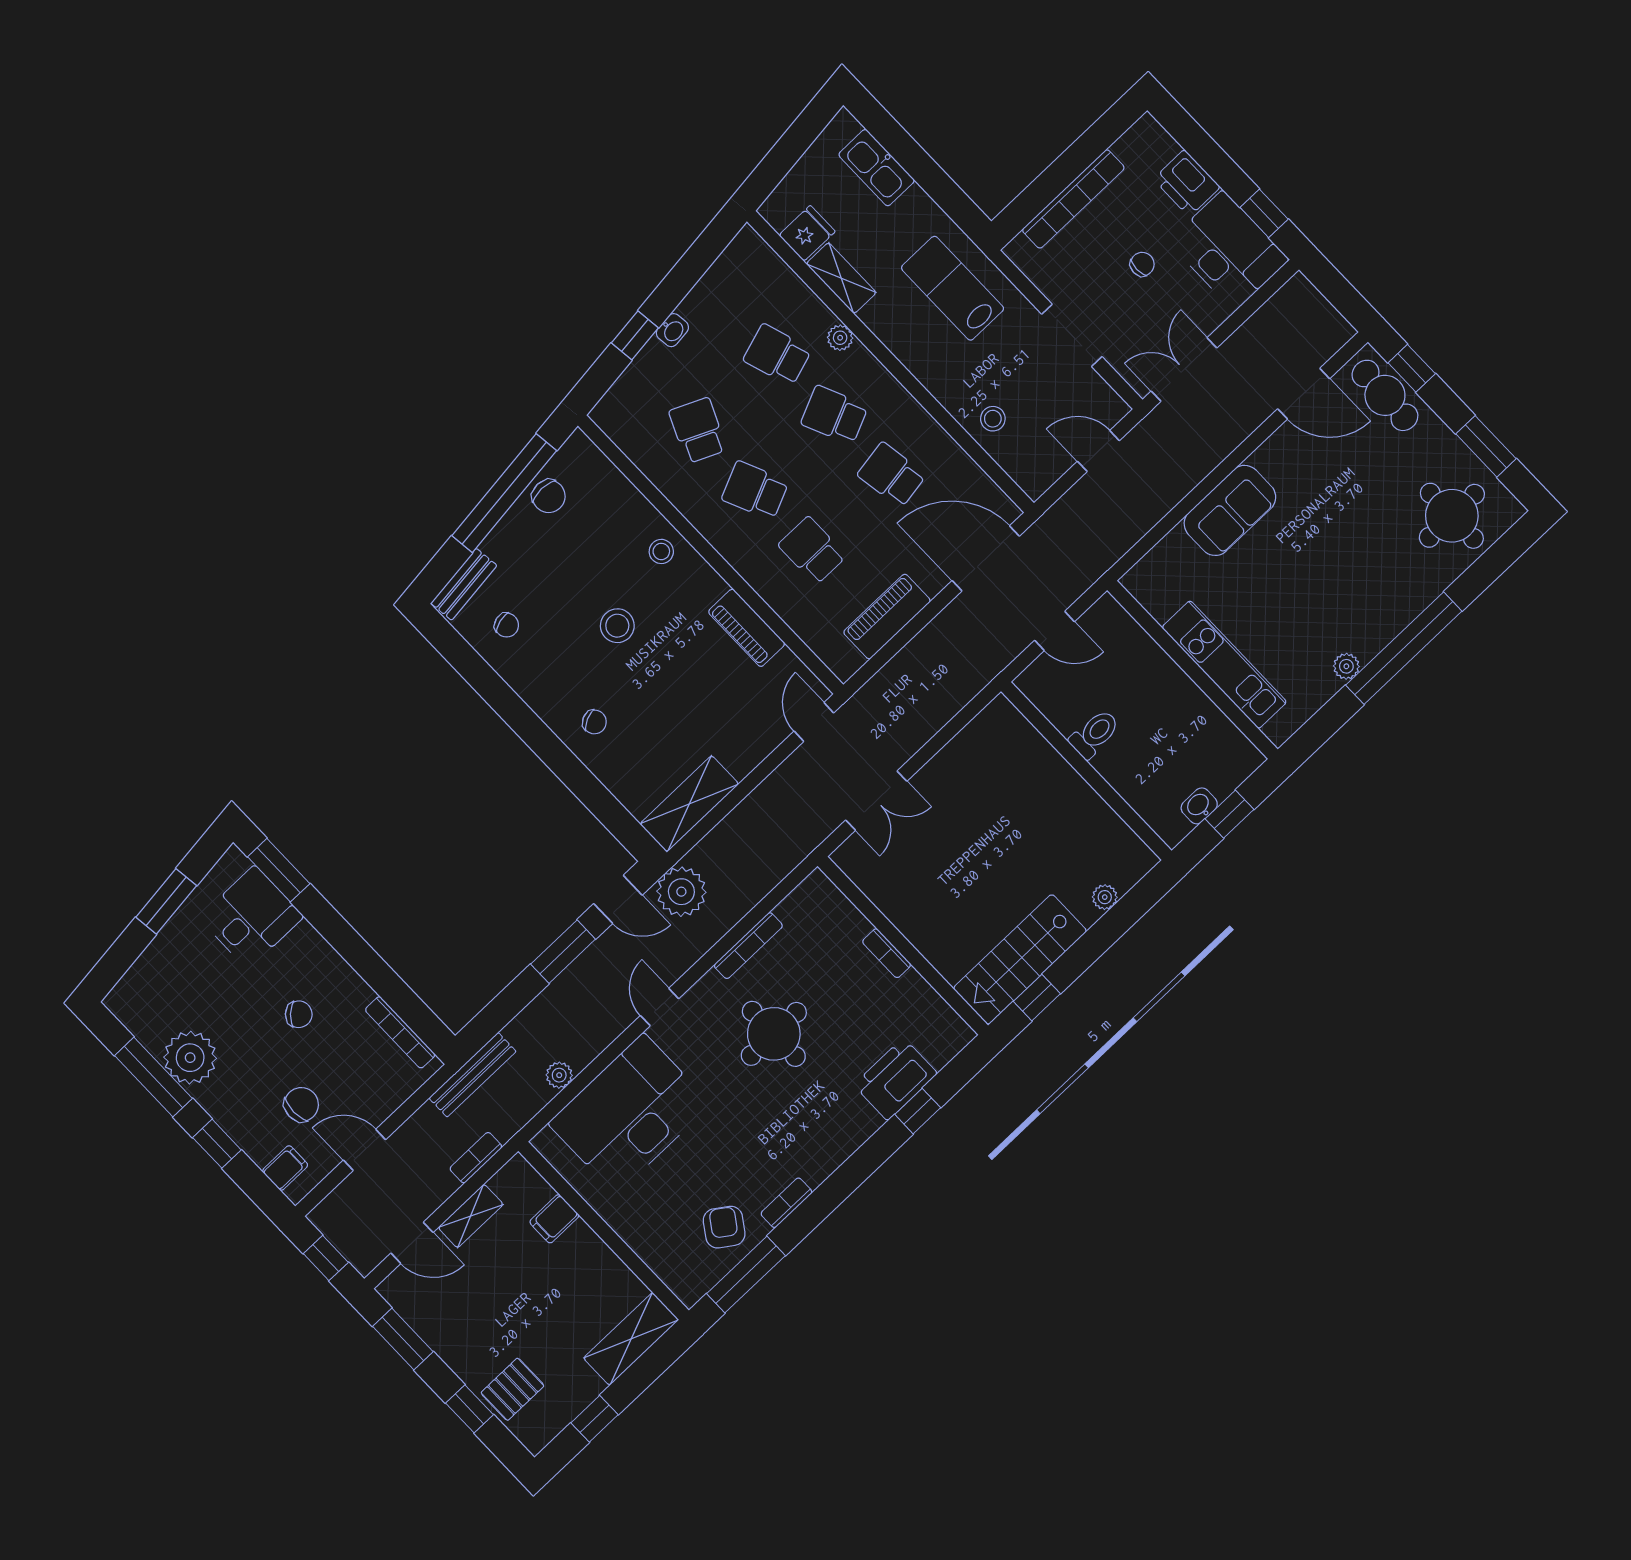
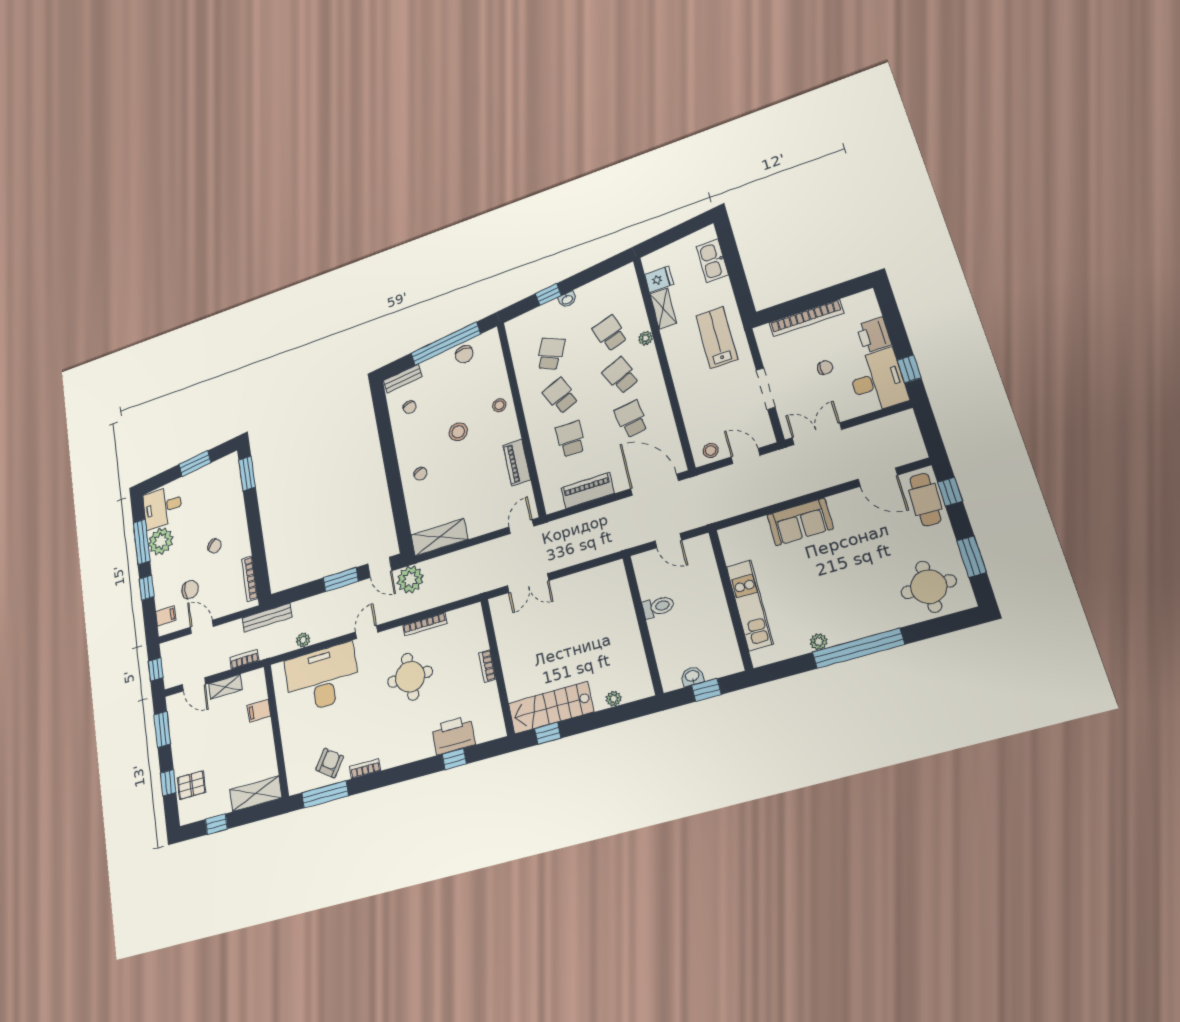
stool: (993, 419) -> (711, 450), moved
desk: (251, 917) -> (163, 507), moved, turned 180

